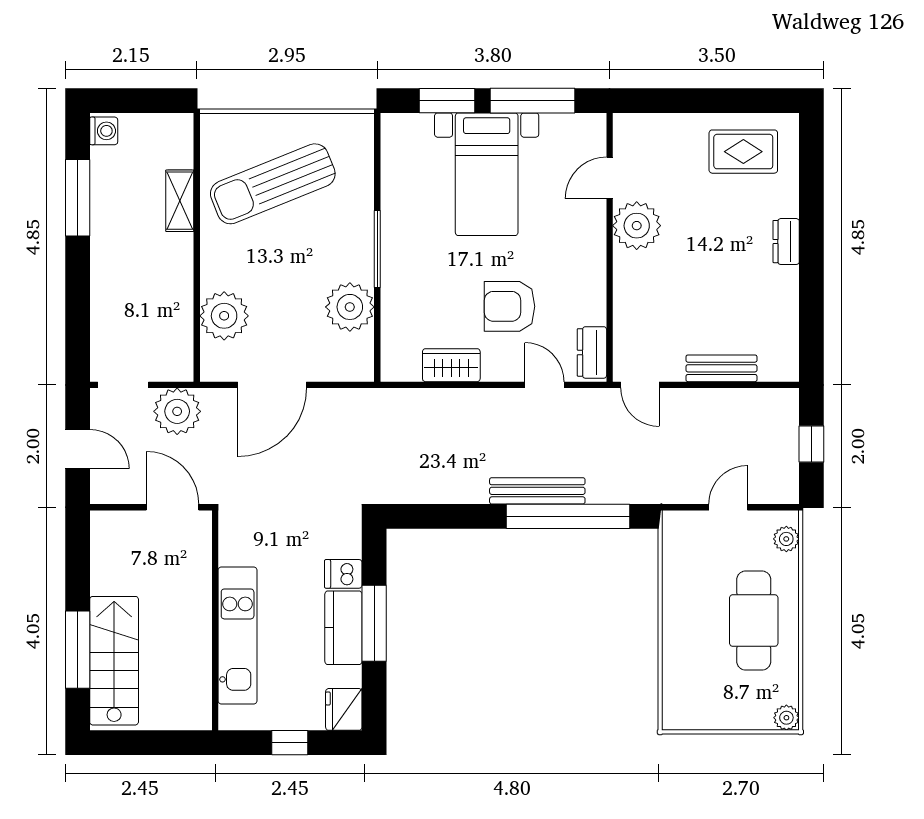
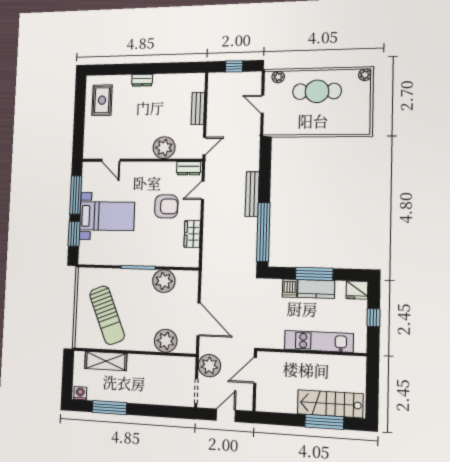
shelving: (180, 201) -> (106, 361), width x1.50, depth x1.33
plant: (637, 226) -> (164, 148), moved
armchair: (509, 306) -> (166, 206), turned -90
window: (568, 516) -> (263, 232), moved

